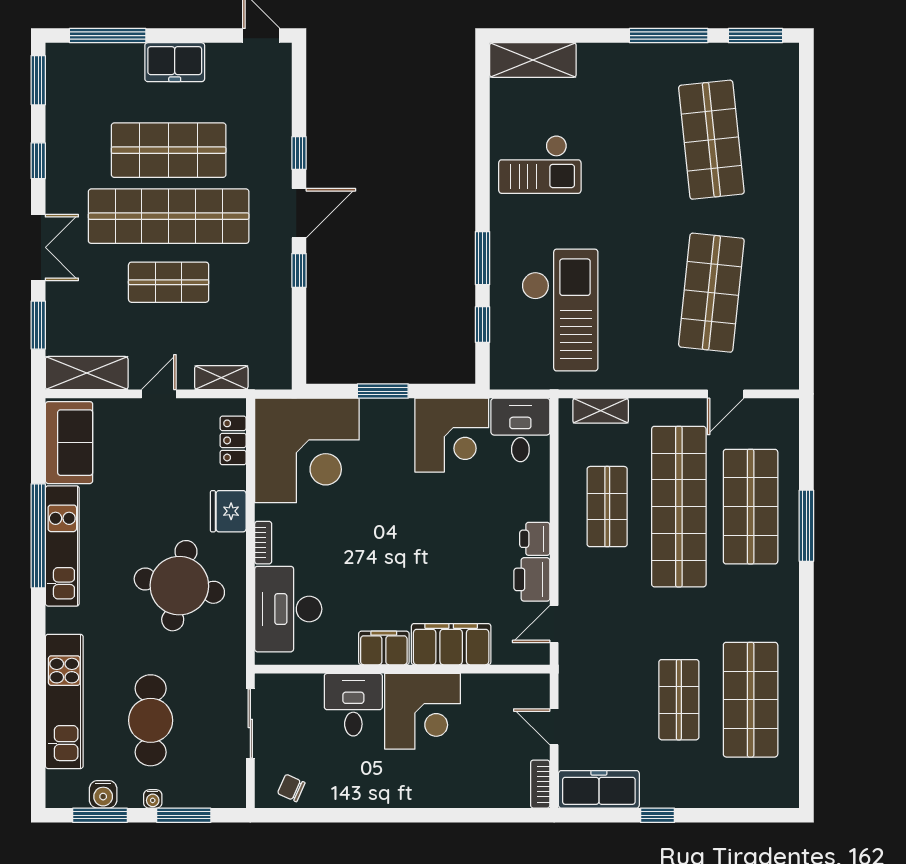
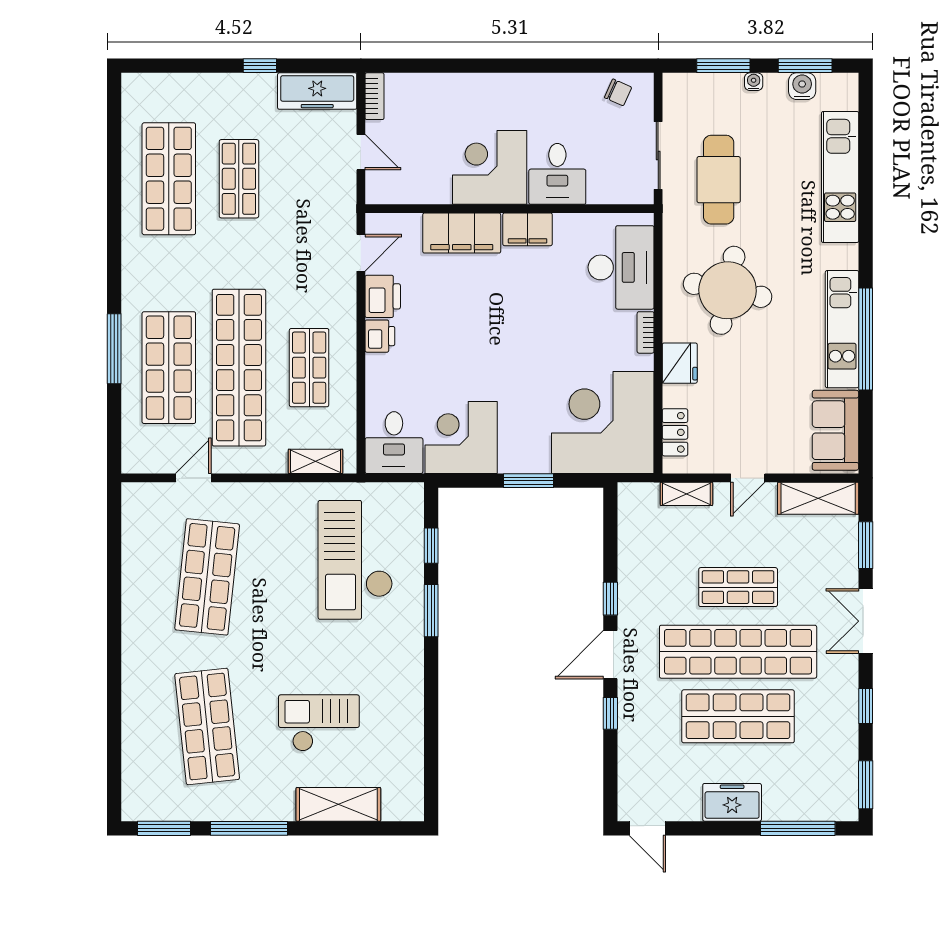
shelving: (533, 60) -> (338, 804), moved
checkout: (540, 164) -> (319, 723), moved
cafe table: (151, 720) -> (719, 180), moved

